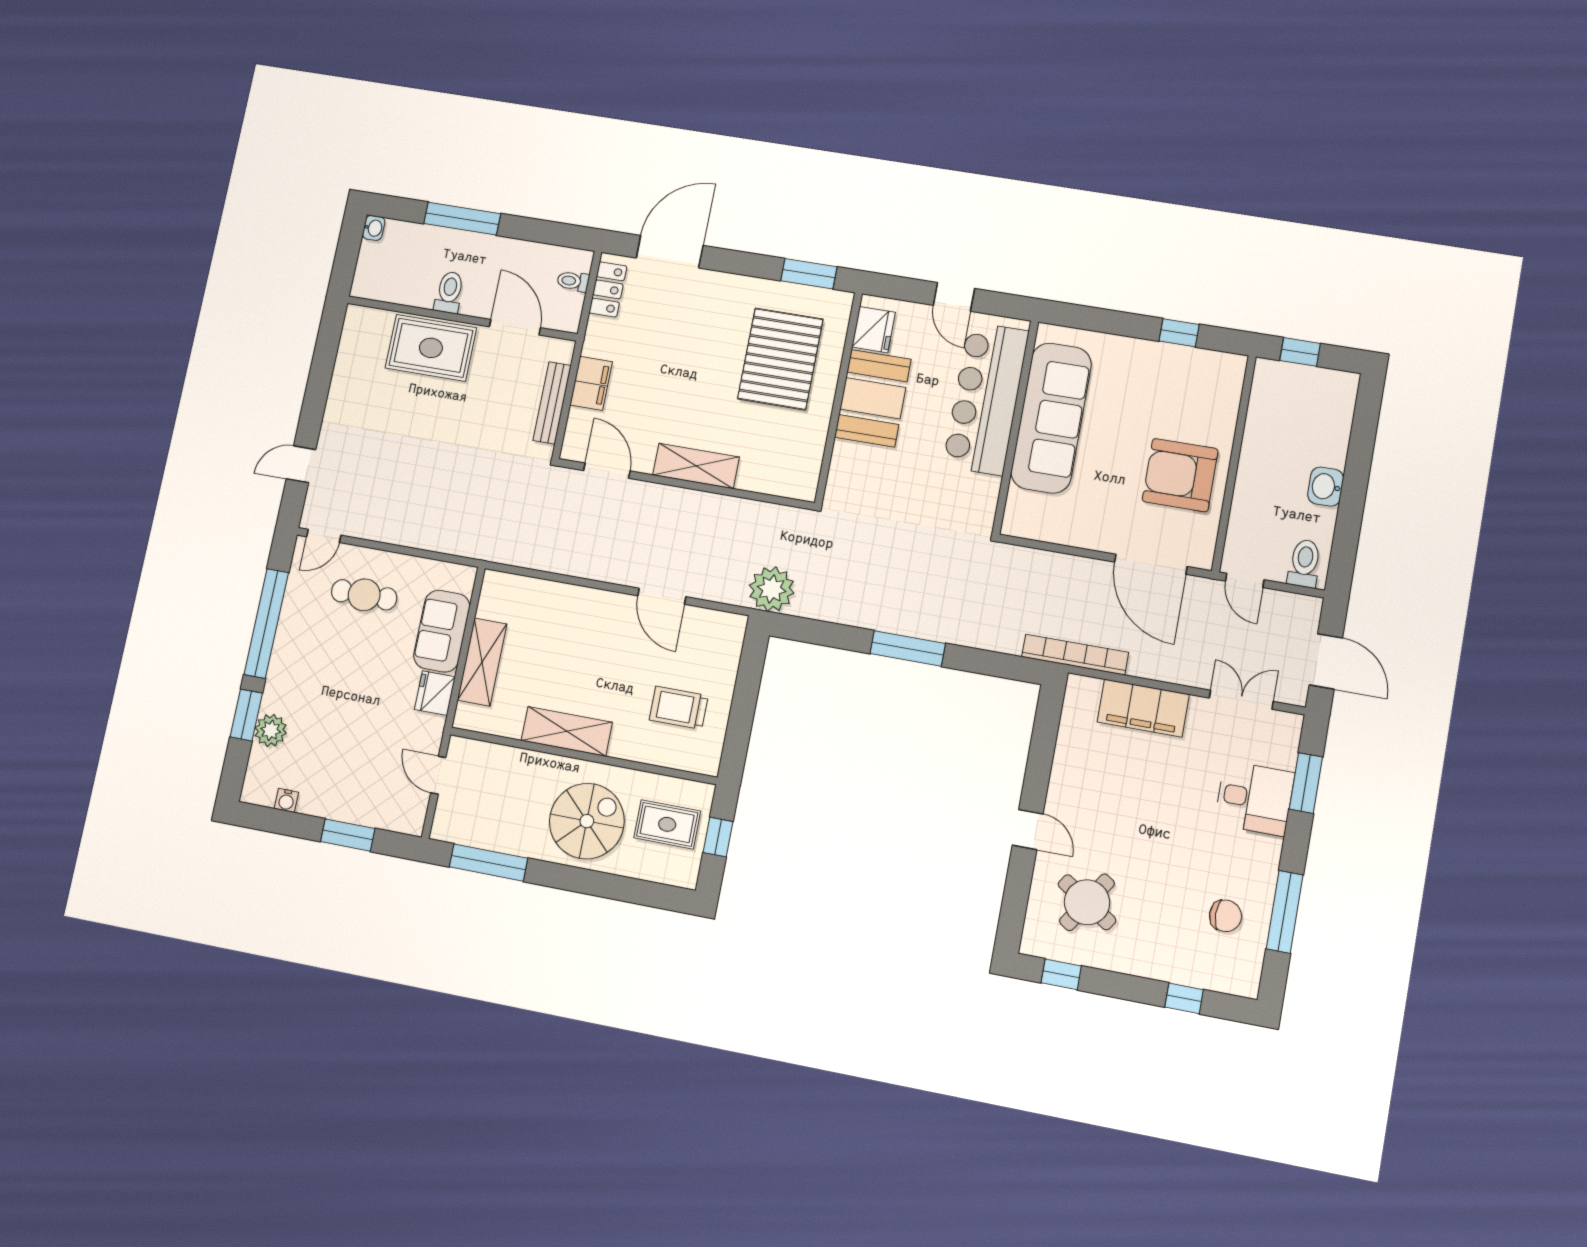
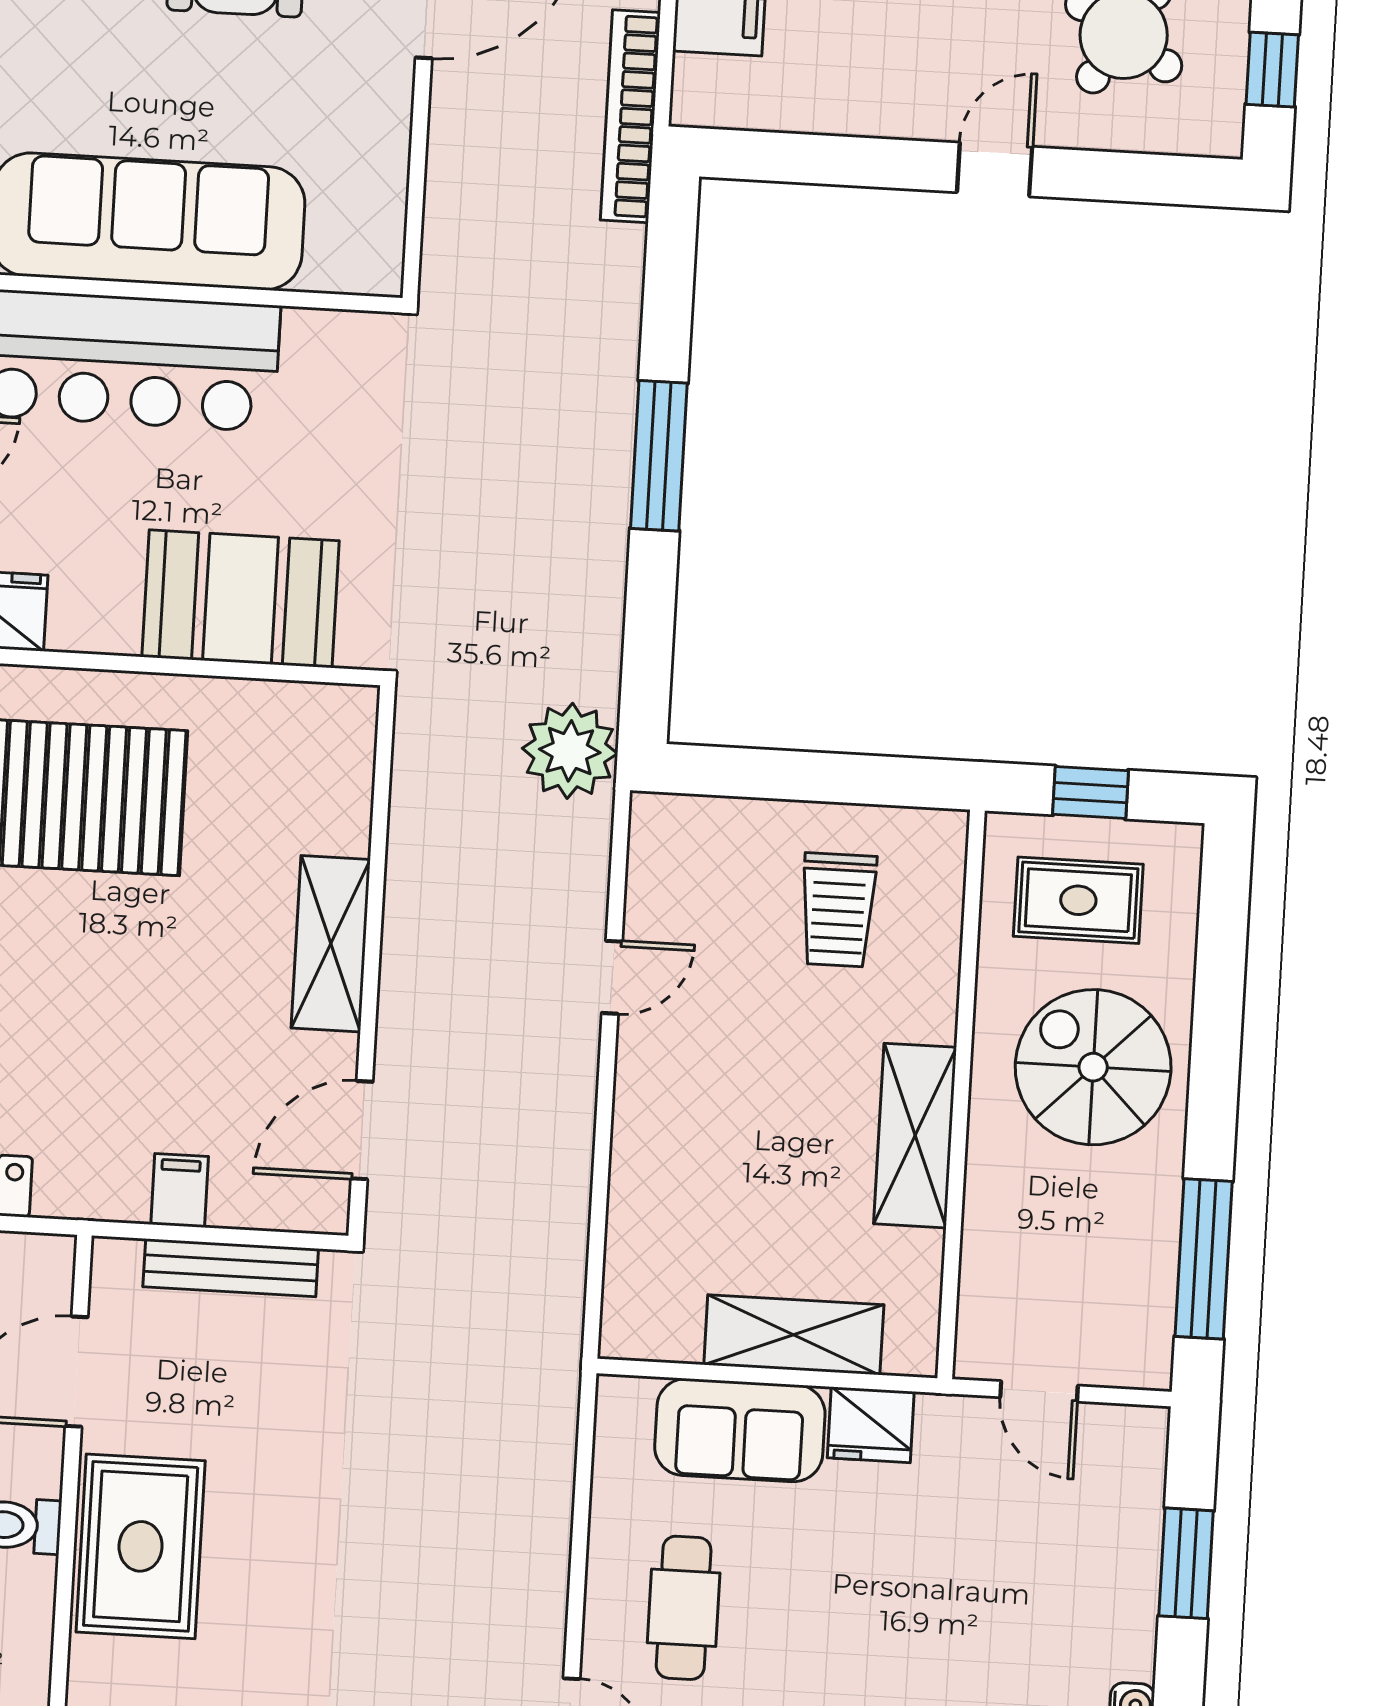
filing cabinet: (591, 383) -> (180, 1190), width x0.50
booth: (873, 398) -> (241, 599), moved
door: (662, 596) -> (612, 977), width x0.73
door: (438, 775) -> (1039, 1391), hinge flipped
rug: (667, 824) -> (1078, 900), turned 90

